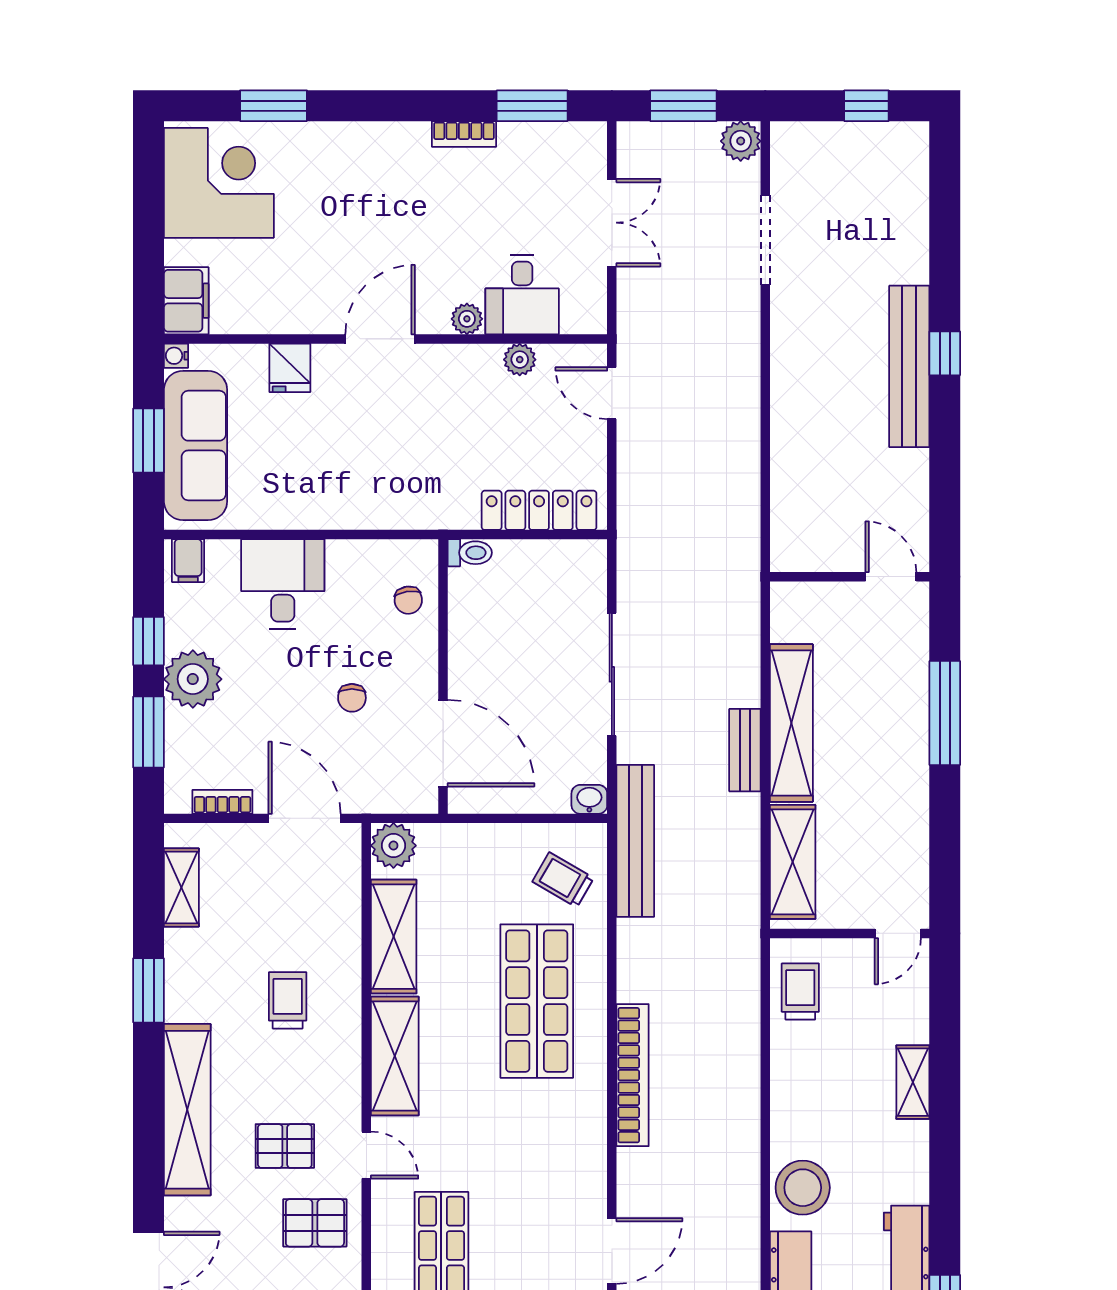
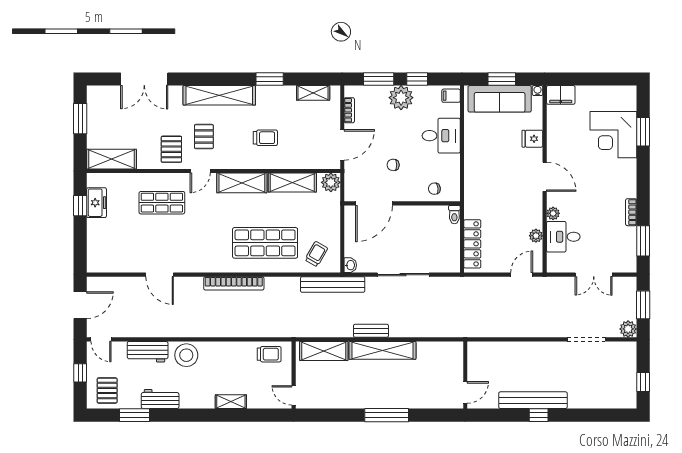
corner desk: (219, 183) -> (613, 135), moved, turned 90
wall: (850, 577) -> (465, 375), moved
door: (891, 577) -> (465, 392), moved

